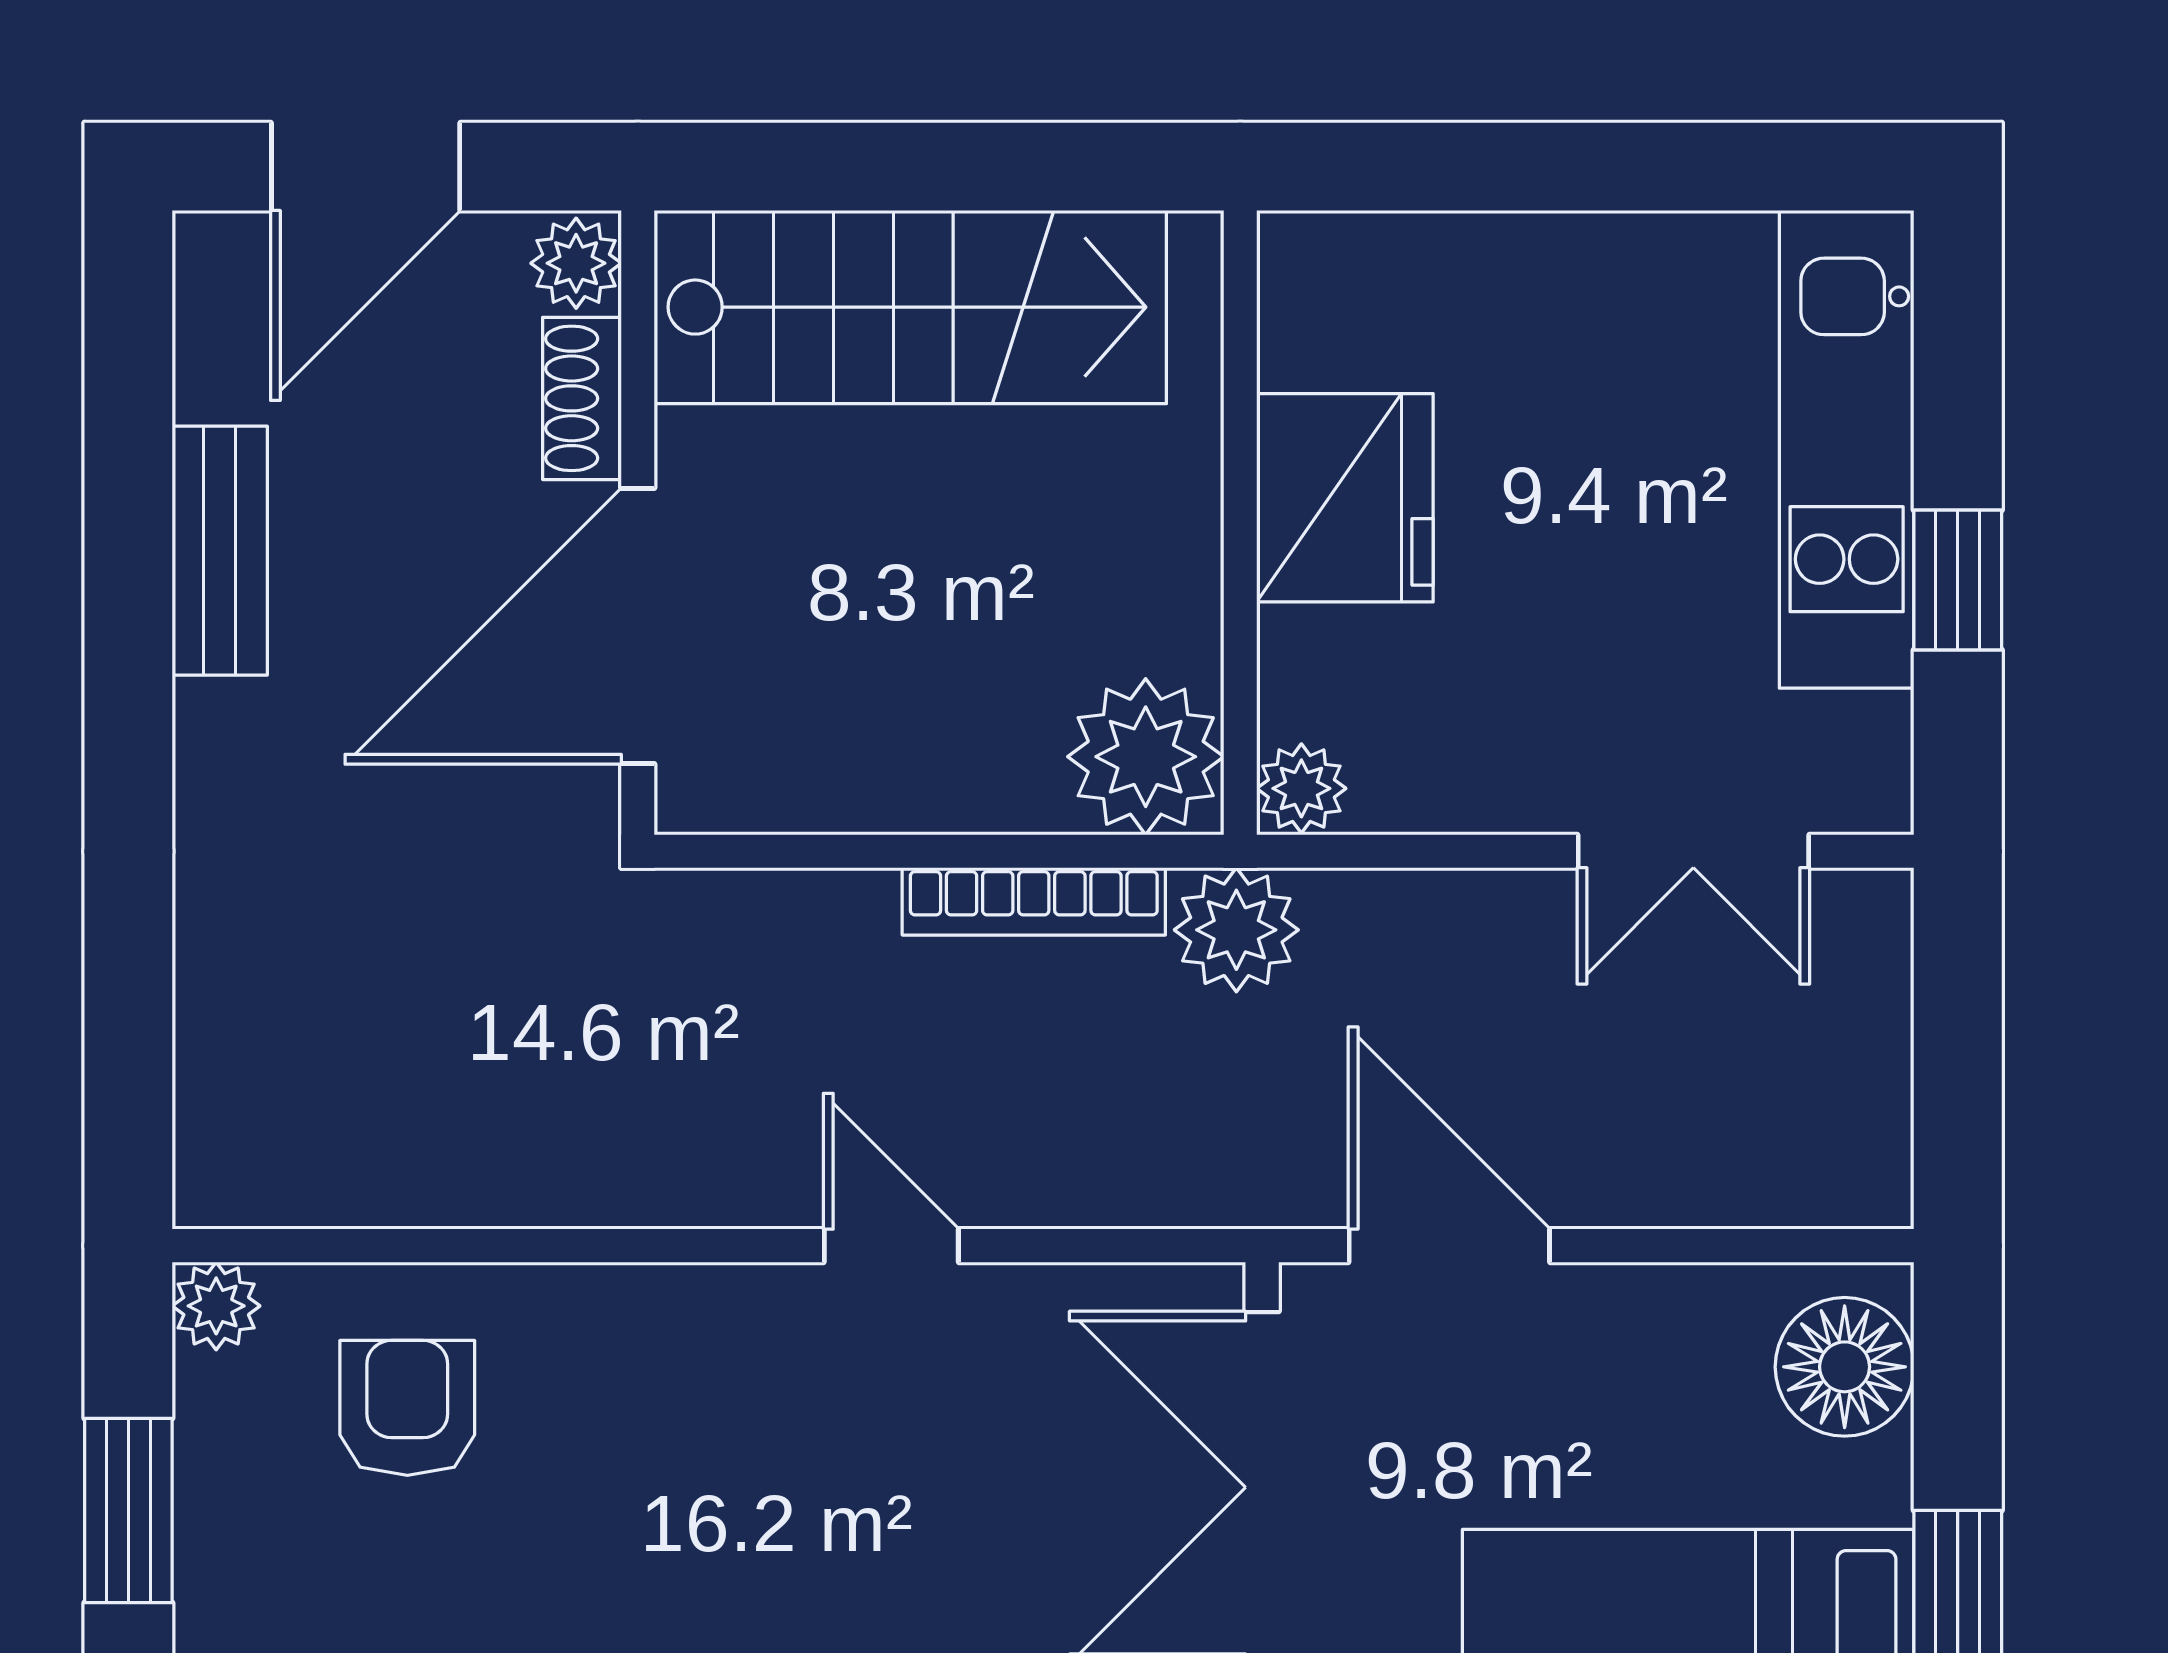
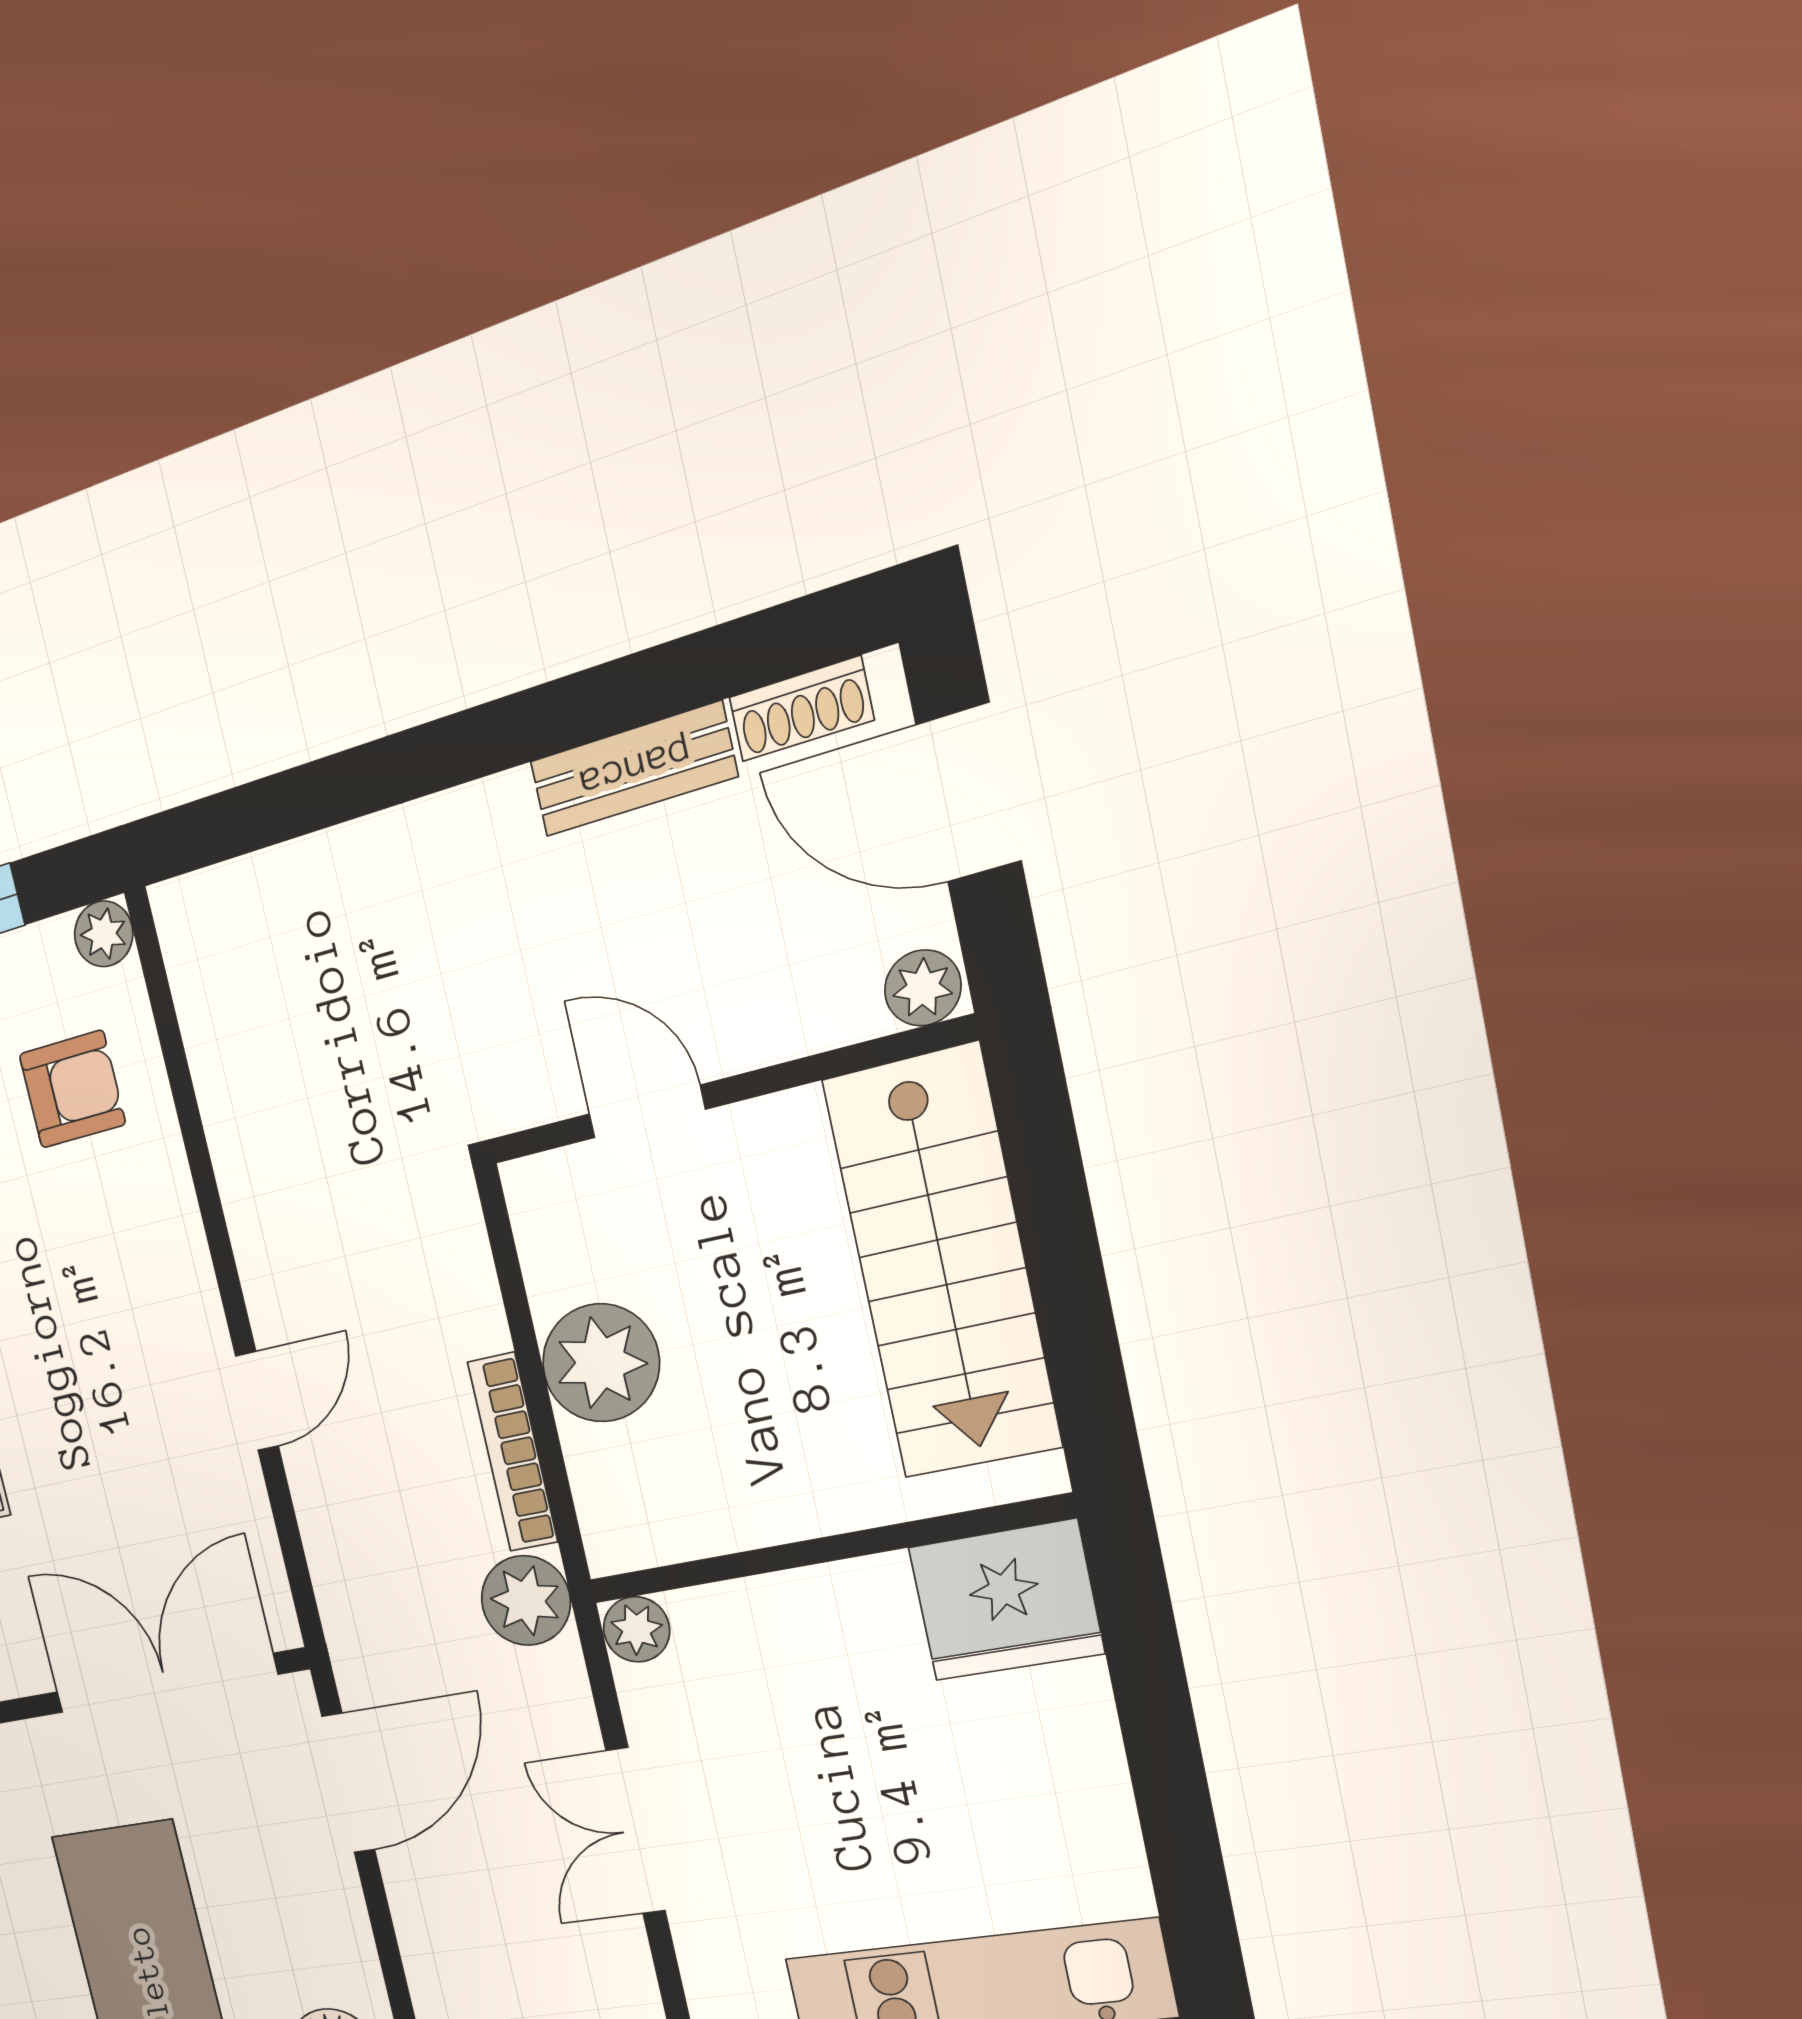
shoe rack: (582, 398) -> (801, 709), moved, turned 180
fridge: (1345, 498) -> (1006, 1600), moved
door: (638, 626) -> (647, 1112), width x0.53
plant: (1146, 757) -> (601, 1363), moved
double door: (1693, 851) -> (636, 1831), moved

